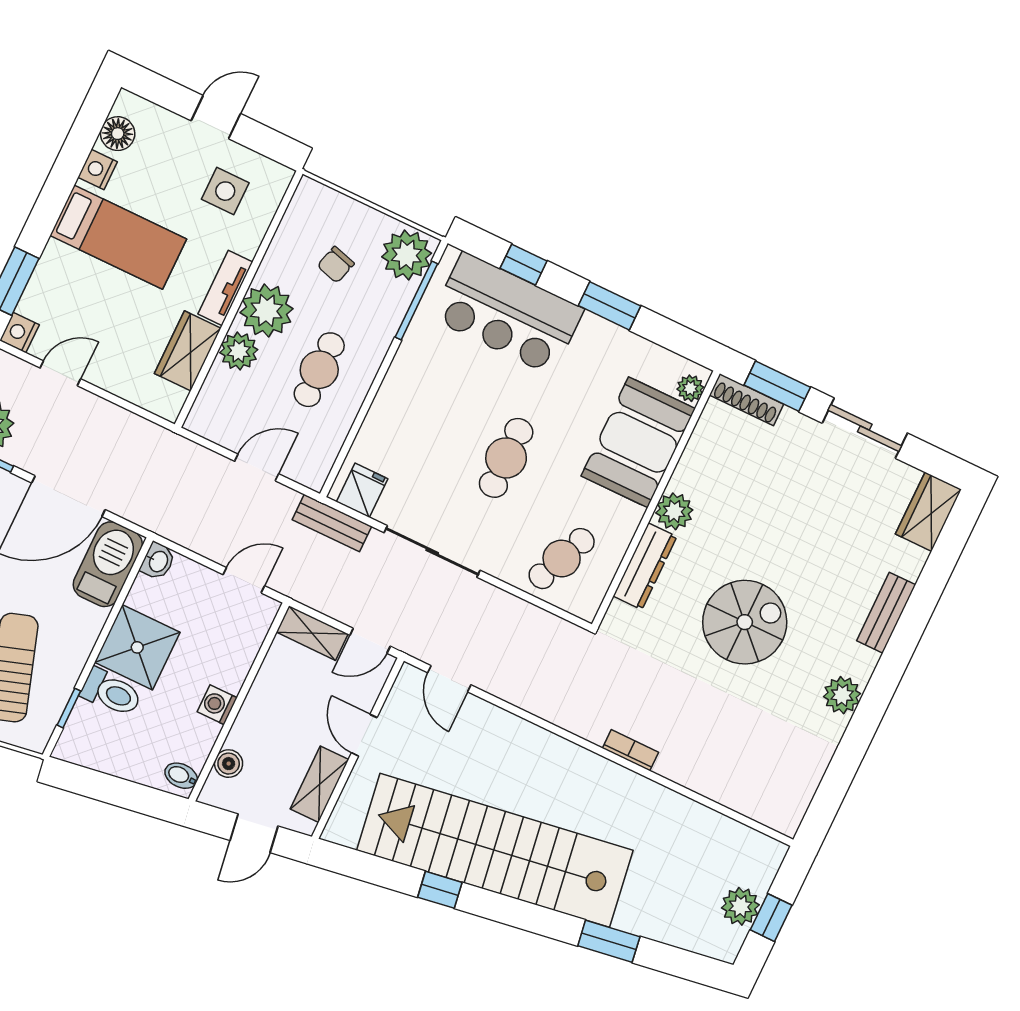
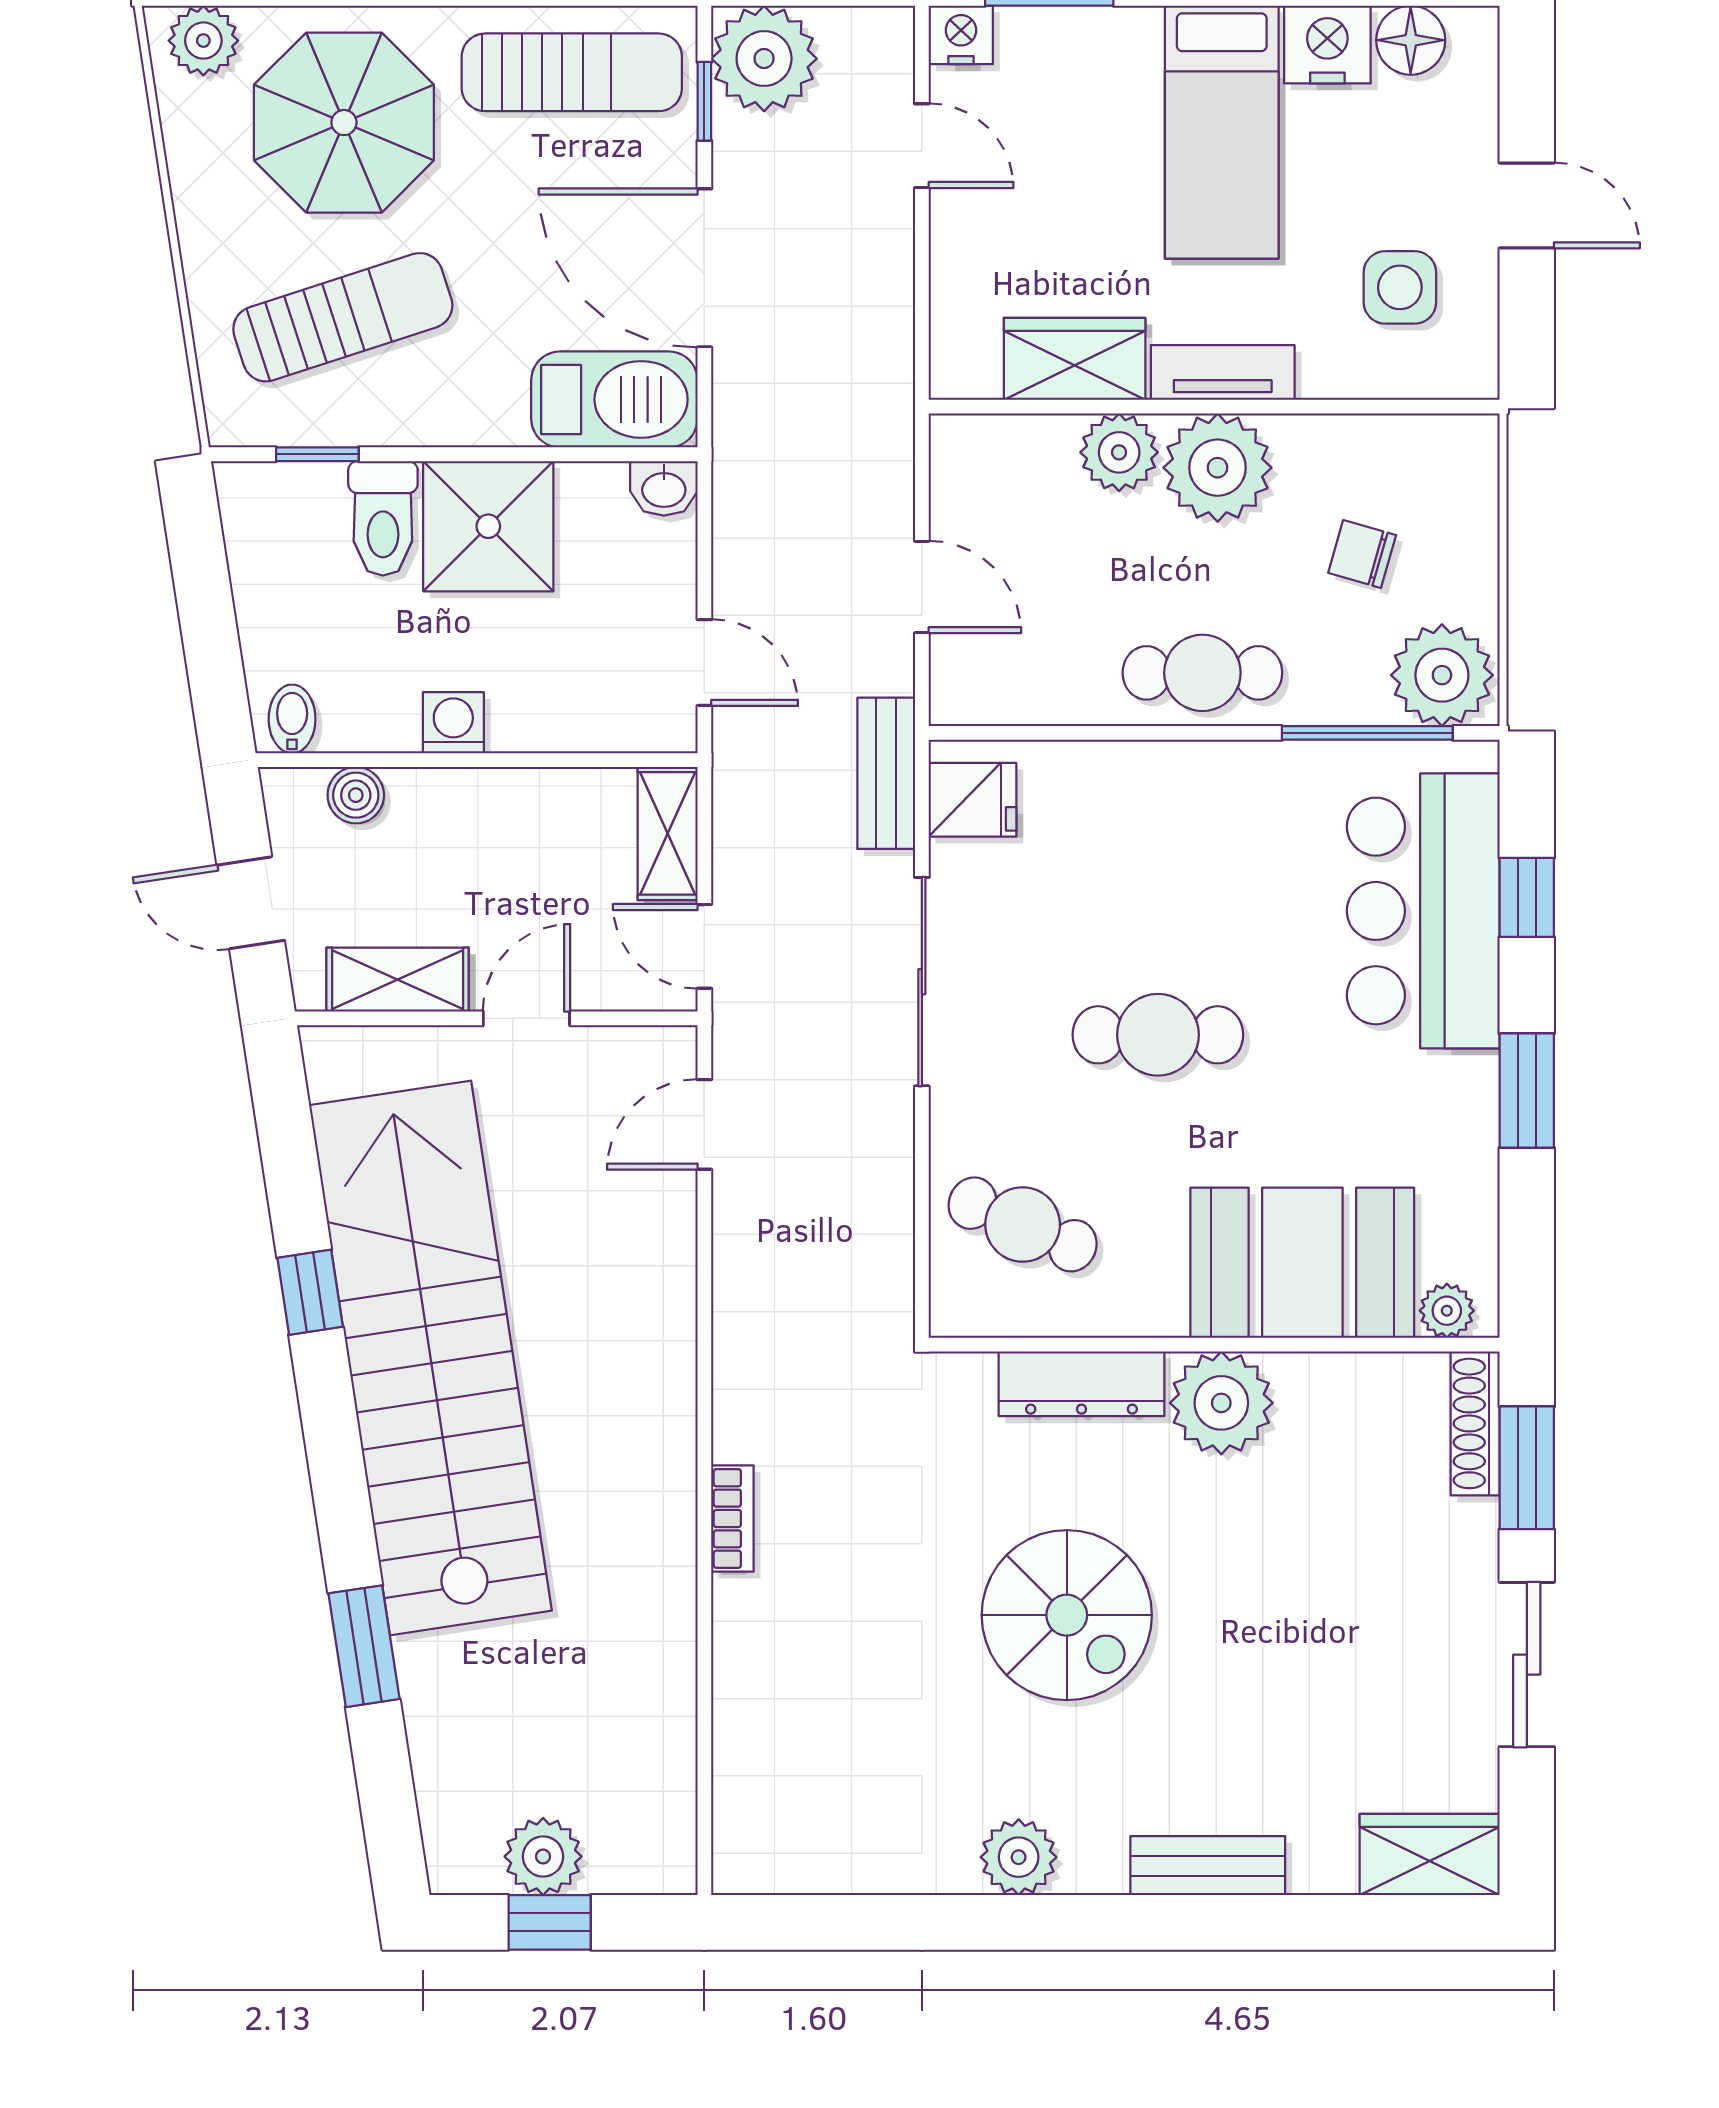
nightstand: (98, 170) -> (1327, 45), width x1.36, depth x1.33
cafe table: (319, 370) -> (1202, 673), moved
plant: (674, 511) -> (1221, 1403), width x1.36, depth x1.36

